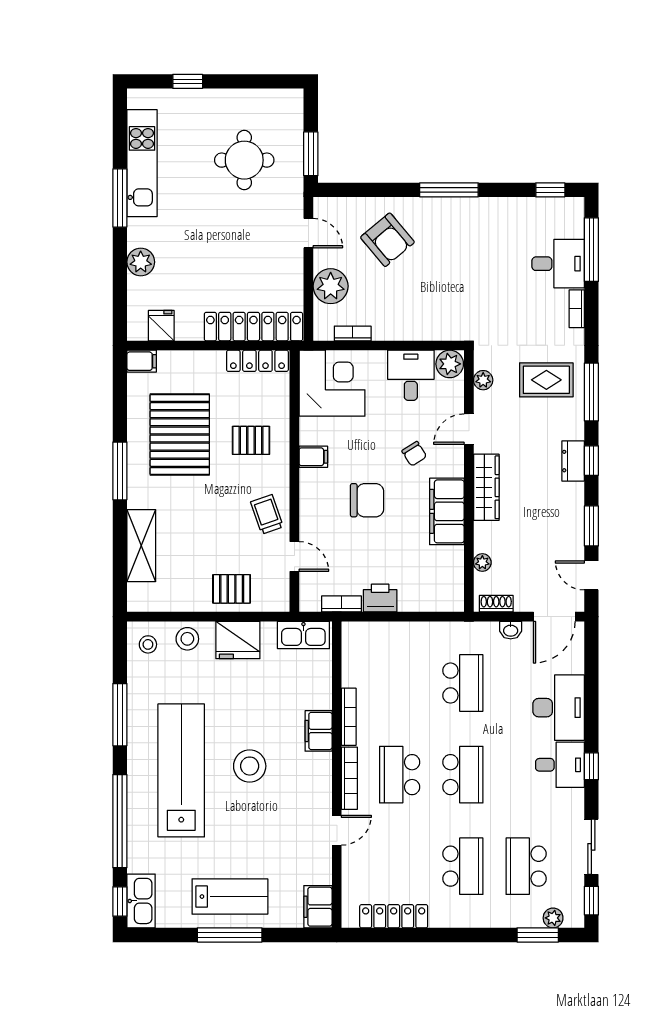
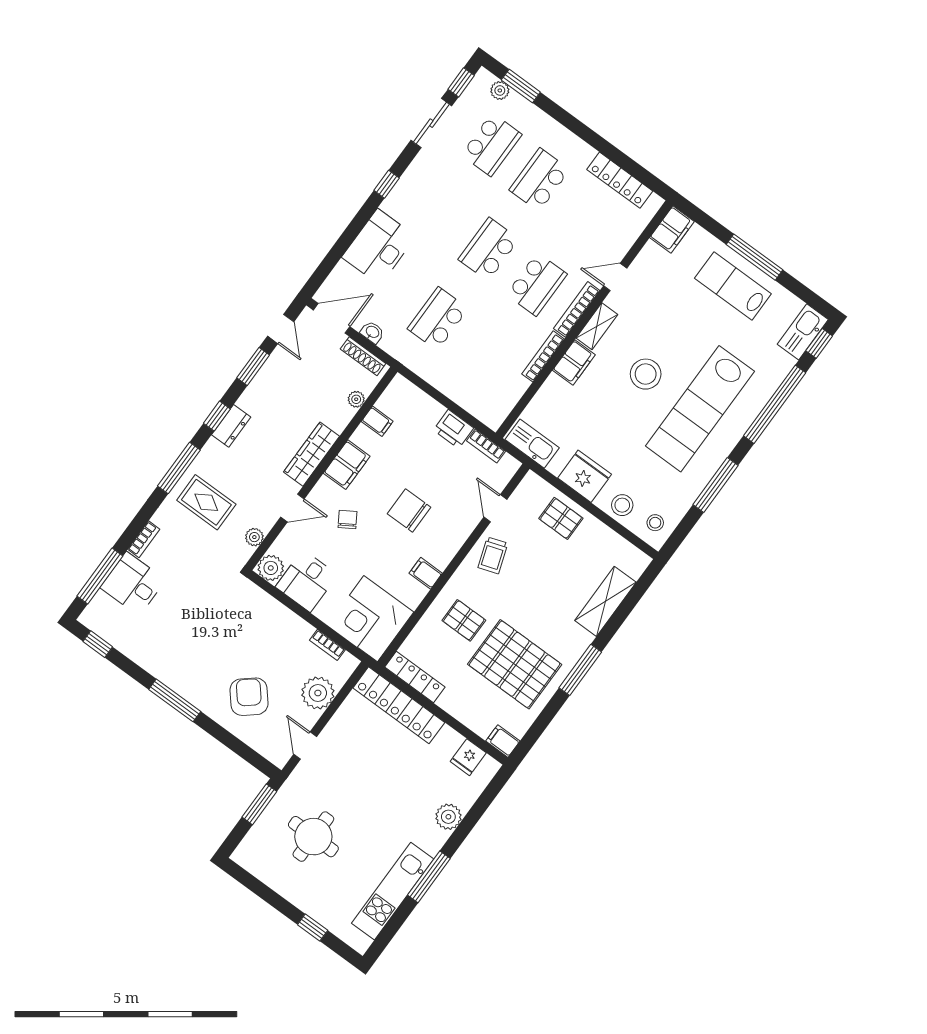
pallet: (180, 434) -> (515, 664), turned 90
filing cabinet: (447, 511) -> (347, 465), width x0.67, depth x0.86
filing cabinet: (450, 557) -> (377, 421), added
shoe rack: (496, 604) -> (363, 356), width x1.43
desk: (560, 765) -> (410, 203), removed
shelving: (321, 777) -> (597, 326), added

